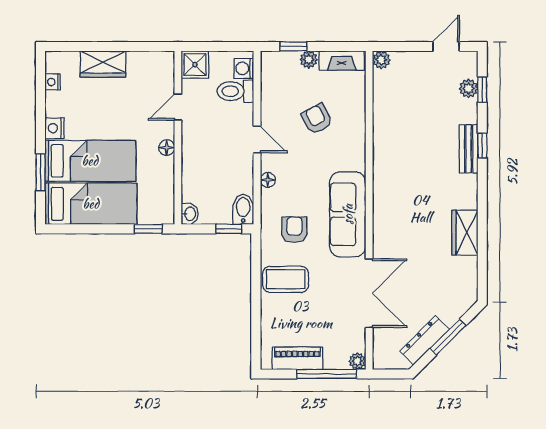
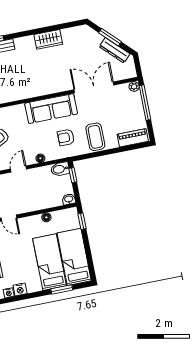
nightstand: (54, 128) -> (20, 289), moved
floor lamp: (167, 148) -> (46, 217), moved
piano: (297, 358) -> (133, 138), moved, turned 90

